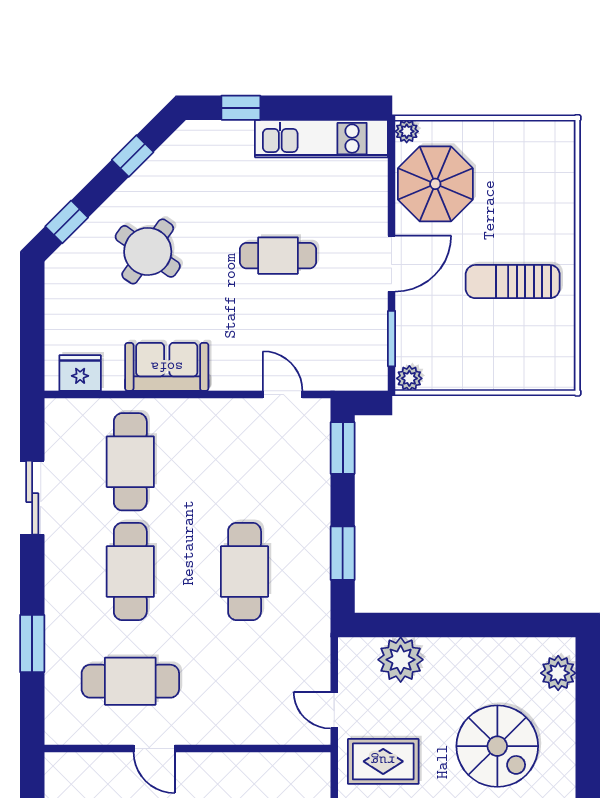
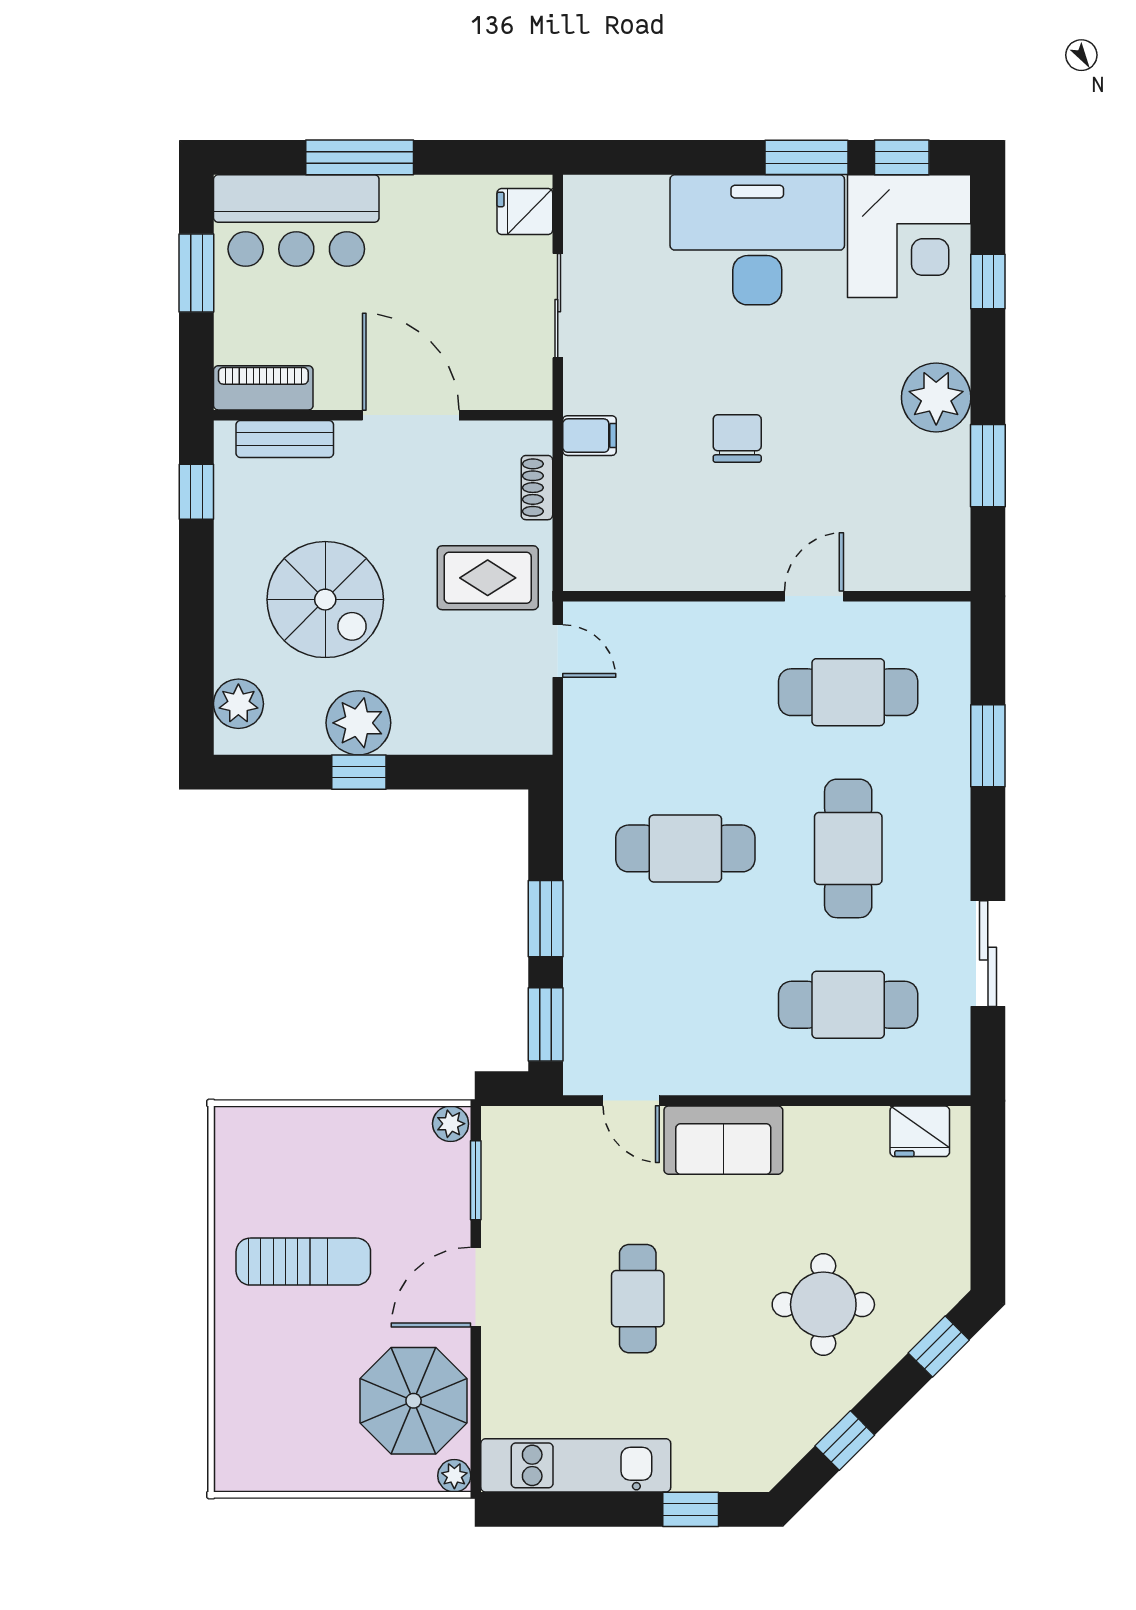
round table: (148, 251) -> (823, 1305), turned -35
cafe table: (278, 256) -> (638, 1299), turned 90
sofa: (167, 367) -> (723, 1140), moved
cafe table: (130, 462) -> (848, 1005), turned 90
window: (343, 553) -> (546, 919), moved
cafe table: (245, 571) -> (685, 848), turned 90
window: (474, 625) -> (359, 772), added
plant: (401, 660) -> (358, 723), moved
spiral stairs: (497, 746) -> (325, 600), turned 180
door: (154, 748) -> (814, 596), hinge flipped

